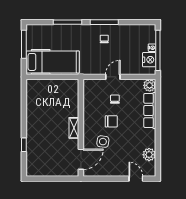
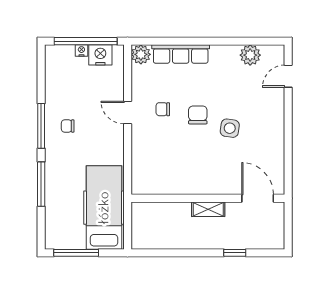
shelving: (74, 128) -> (208, 209), moved
wall: (81, 128) -> (208, 198), moved
door: (81, 159) -> (258, 198), moved

